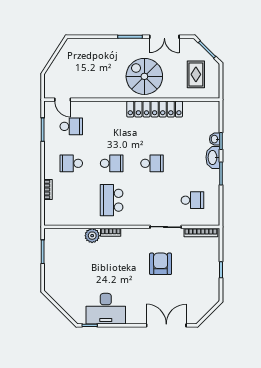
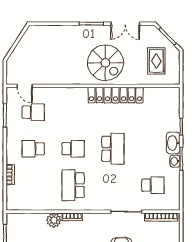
spiral stairs: (144, 76) -> (105, 63), turned 180
washbasin: (215, 139) -> (175, 161), moved
school desk: (152, 163) -> (113, 149), width x1.85

